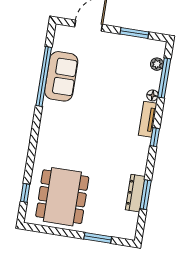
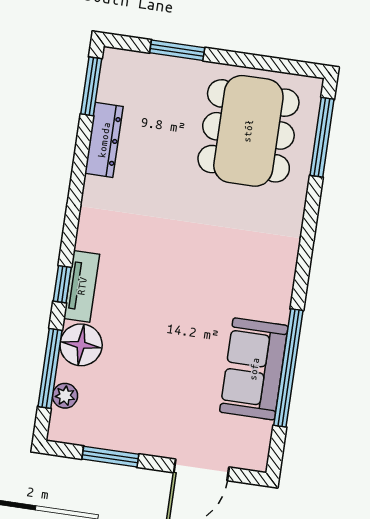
floor lamp: (153, 95) -> (81, 345), width x1.89, depth x1.89
window: (155, 137) -> (62, 284), moved
window: (25, 193) -> (322, 137), width x2.17
window: (146, 195) -> (91, 86), moved

